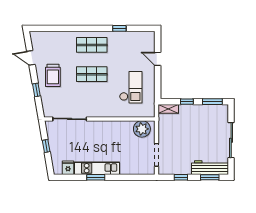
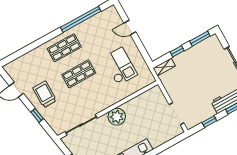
window: (119, 28) -> (81, 19), width x3.17
trolley: (53, 75) -> (45, 94), turned 180
plant: (142, 129) -> (117, 117), moved

